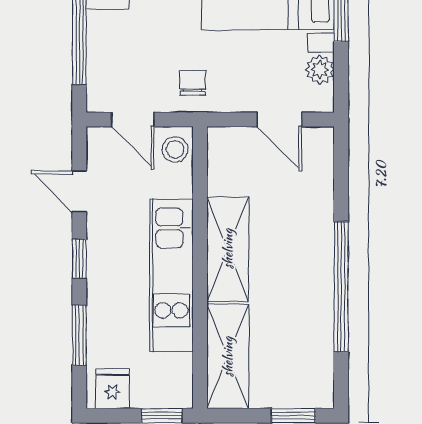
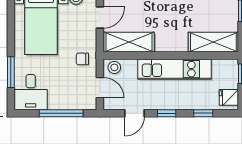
door: (133, 119) -> (100, 88), hinge flipped
shelving: (228, 249) -> (129, 42), moved
window: (79, 335) -> (203, 113), width x0.67

